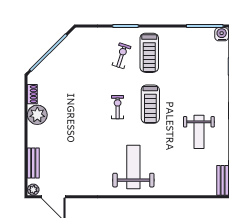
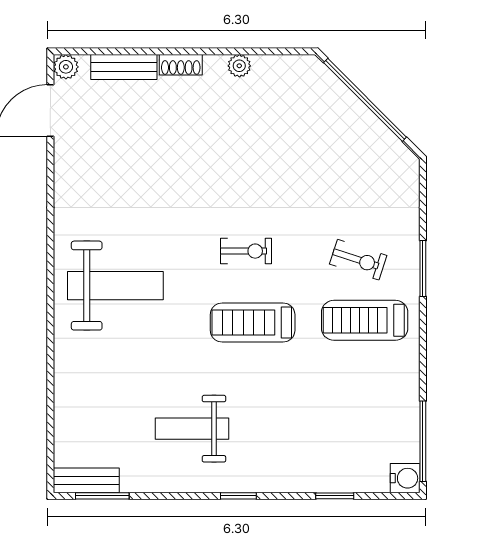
shoe rack: (32, 94) -> (181, 65), moved
plant: (37, 115) -> (239, 66), width x0.53, depth x0.53

